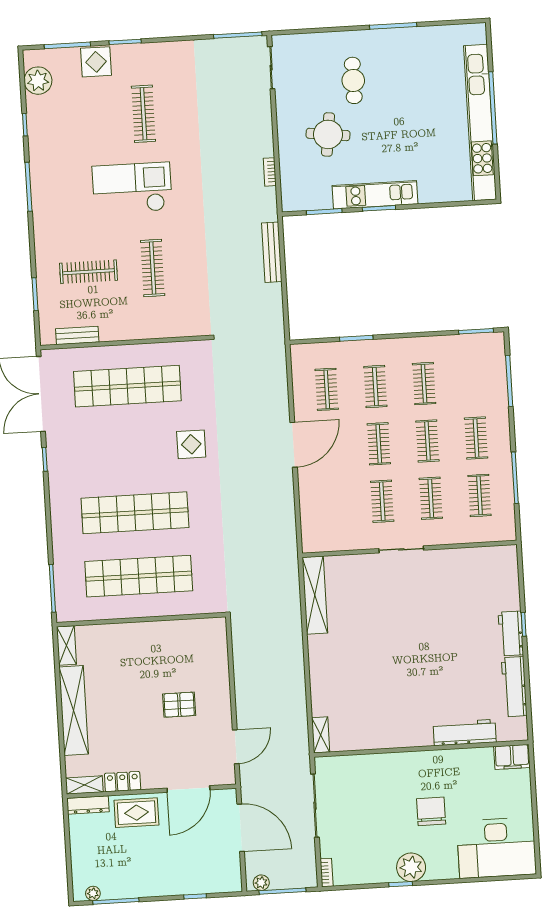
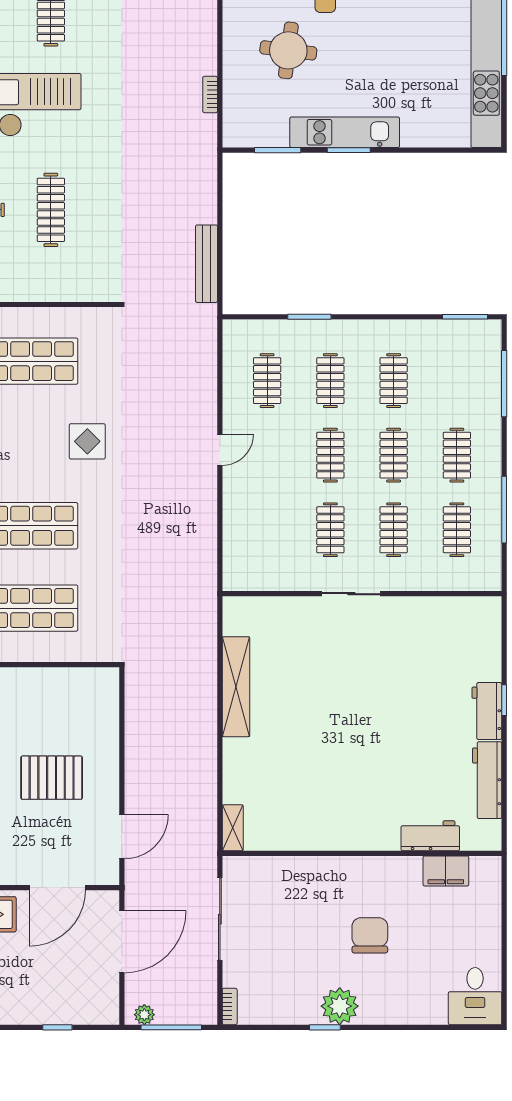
bench: (272, 252) -> (207, 264), moved
door: (294, 445) -> (220, 450), width x0.53
shelving: (315, 595) -> (236, 687), moved
pallet: (179, 705) -> (52, 778), width x1.50, depth x1.42
workbench: (465, 733) -> (430, 836), width x0.73
filing cabinet: (512, 757) -> (446, 871), moved
door: (241, 828) -> (122, 942), hinge flipped
desk: (497, 848) -> (475, 996), width x0.53, depth x0.77

